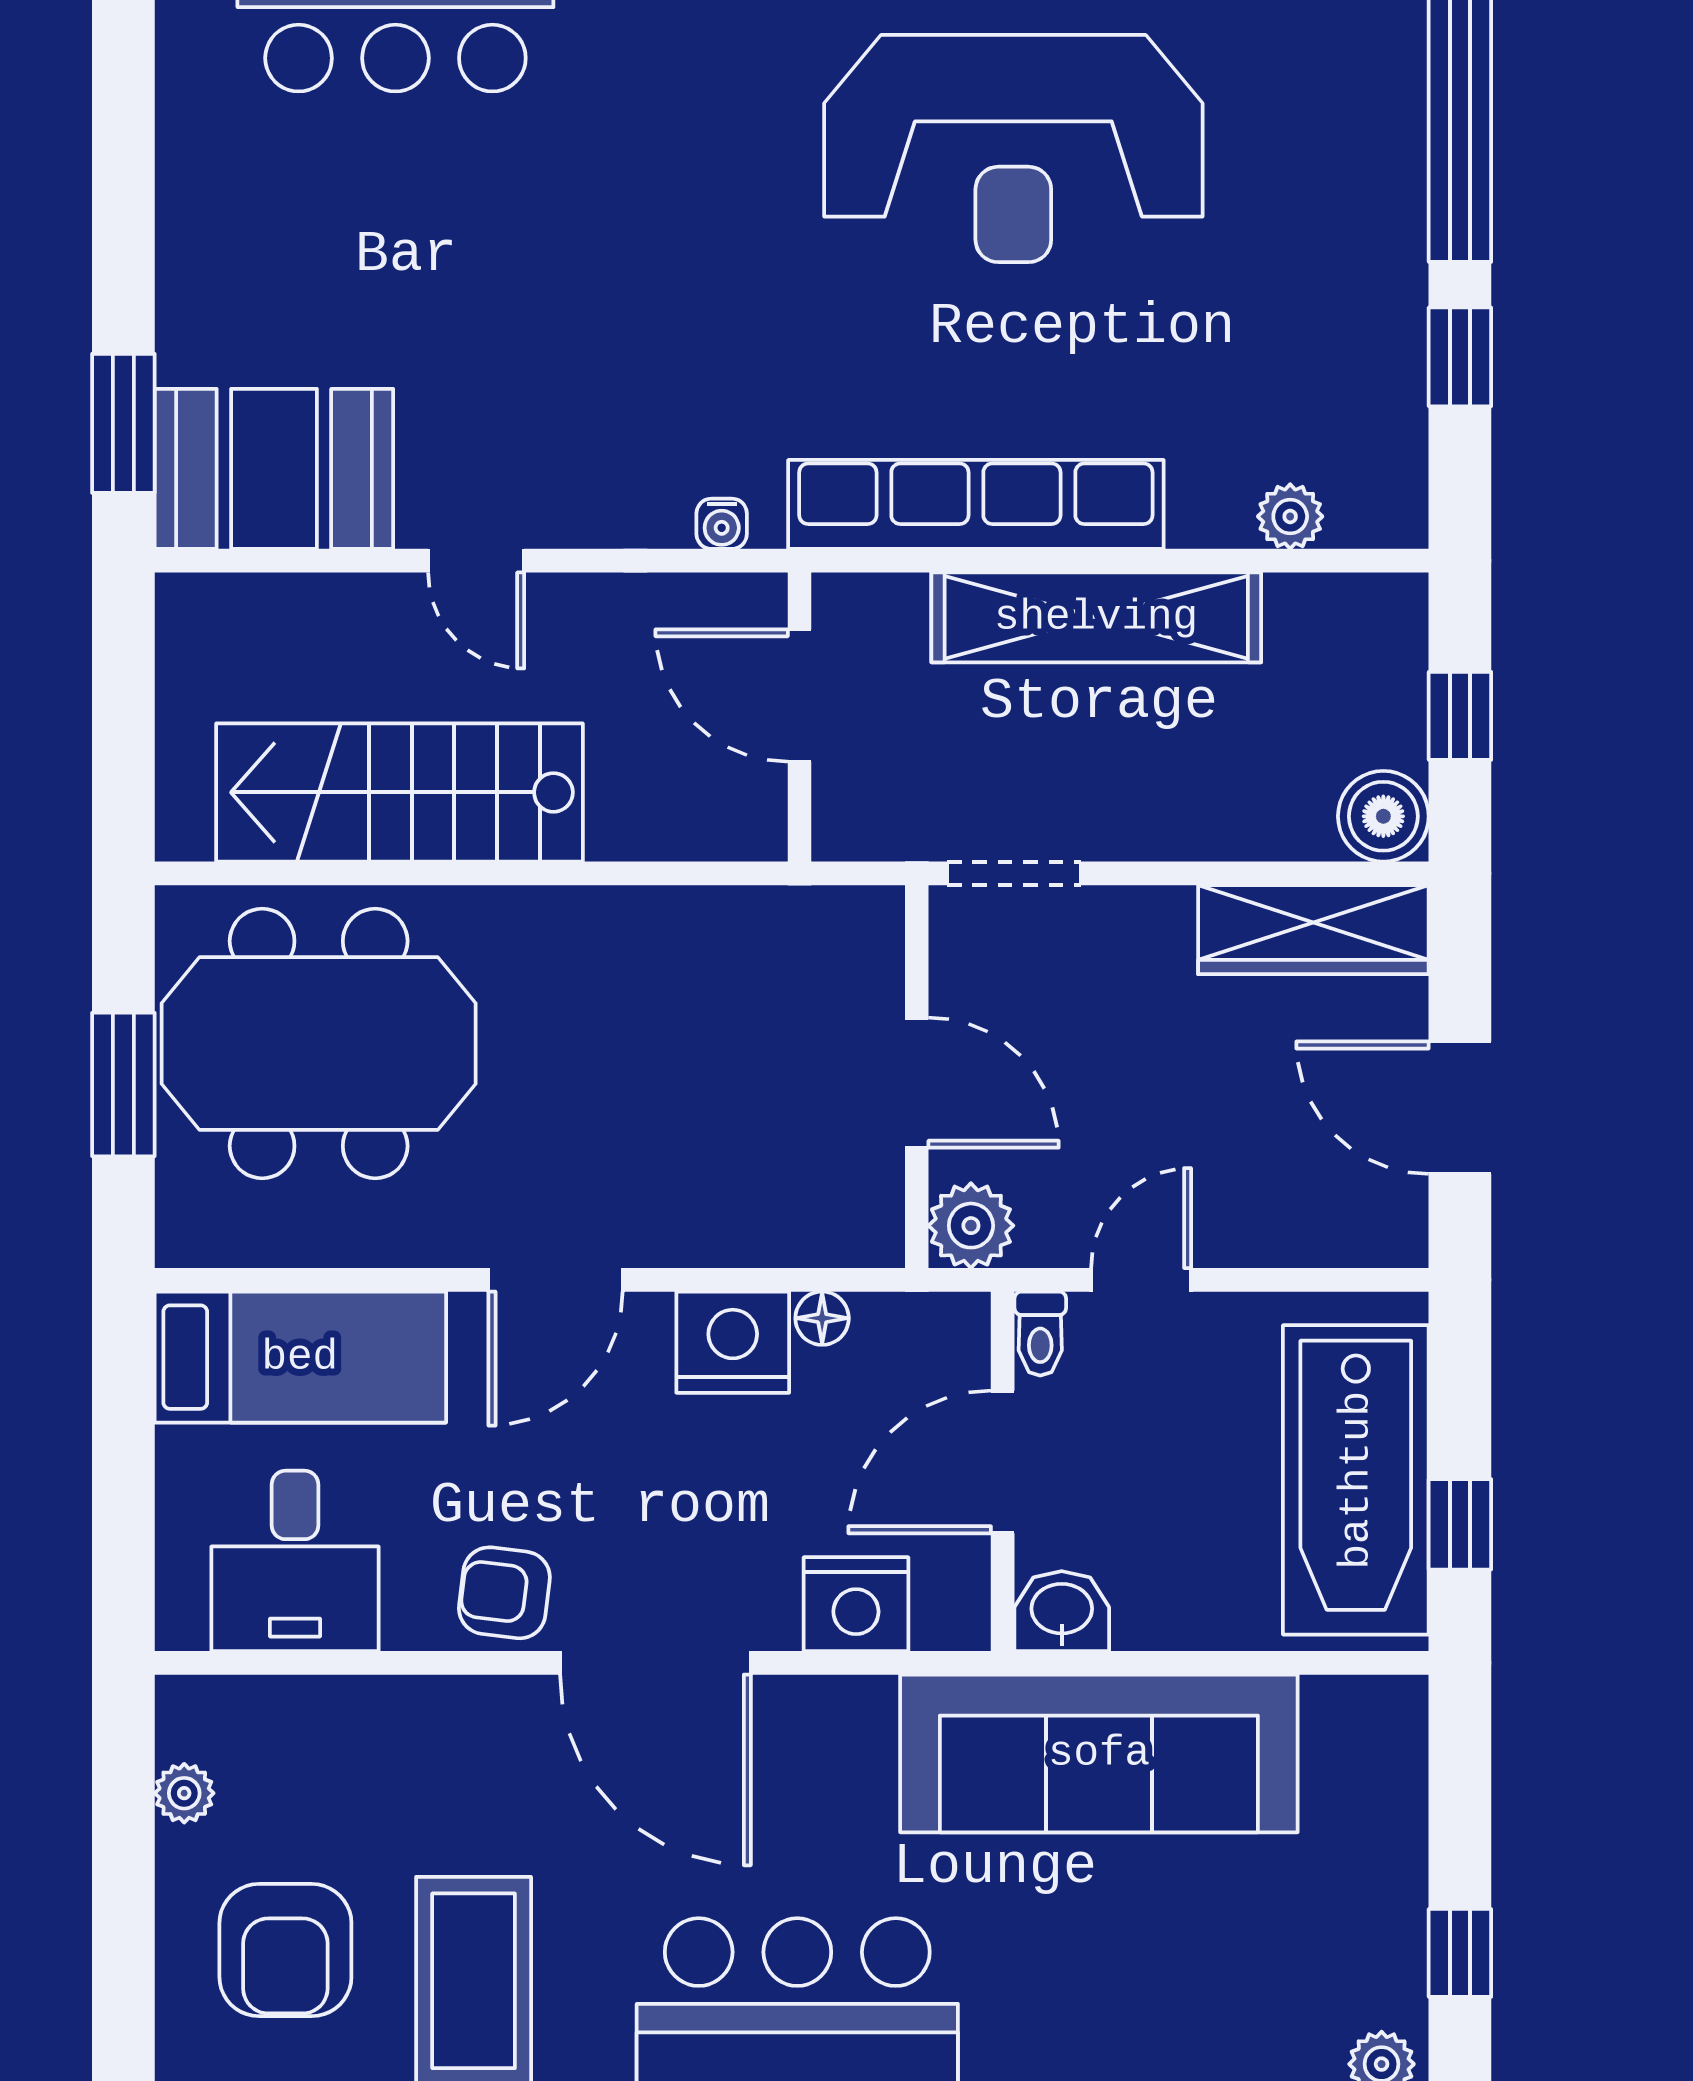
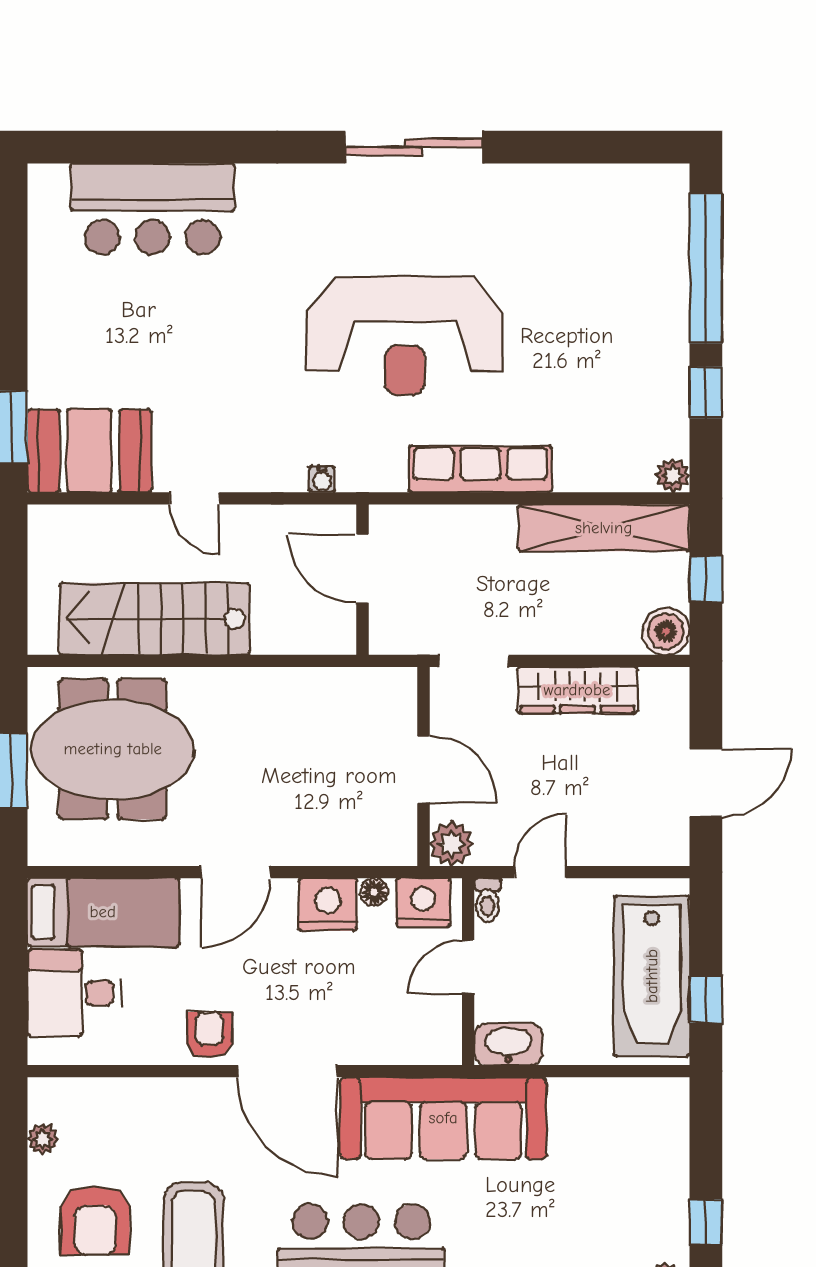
reception desk: (1013, 149) -> (405, 336), moved
row of seats: (976, 504) -> (480, 469), width x0.73
plant: (1290, 516) -> (673, 475), moved
shelving: (1096, 617) -> (604, 528), moved
wardrobe: (1313, 930) -> (577, 690), moved
door: (1460, 1108) -> (706, 783), swing flipped
door: (1003, 1462) -> (468, 967), width x0.73
desk: (295, 1561) -> (74, 993), moved, turned 90
armchair: (504, 1593) -> (209, 1035), turned 83
nightstand: (856, 1604) -> (423, 903), moved, turned 180
washbasin: (1062, 1611) -> (508, 1044), width x1.38
sofa: (1099, 1753) -> (443, 1118), moved

